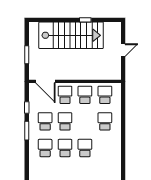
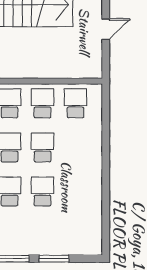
school desk: (105, 121) -> (43, 147), moved

